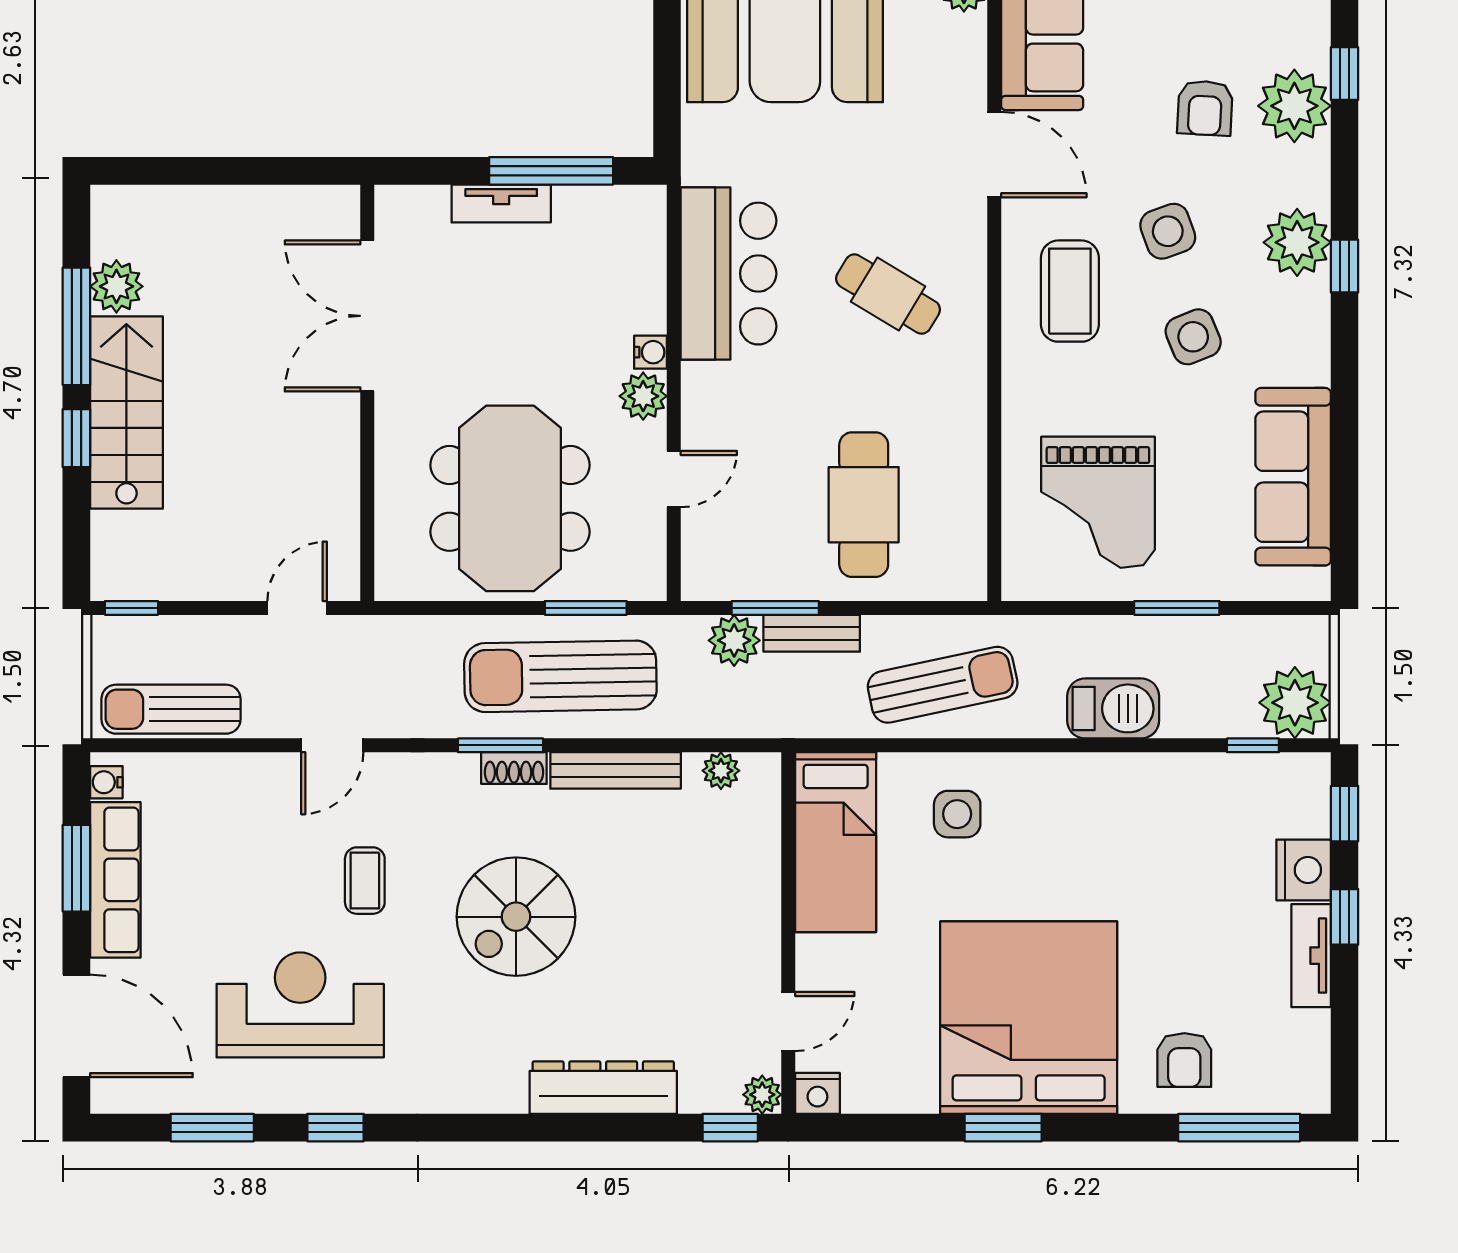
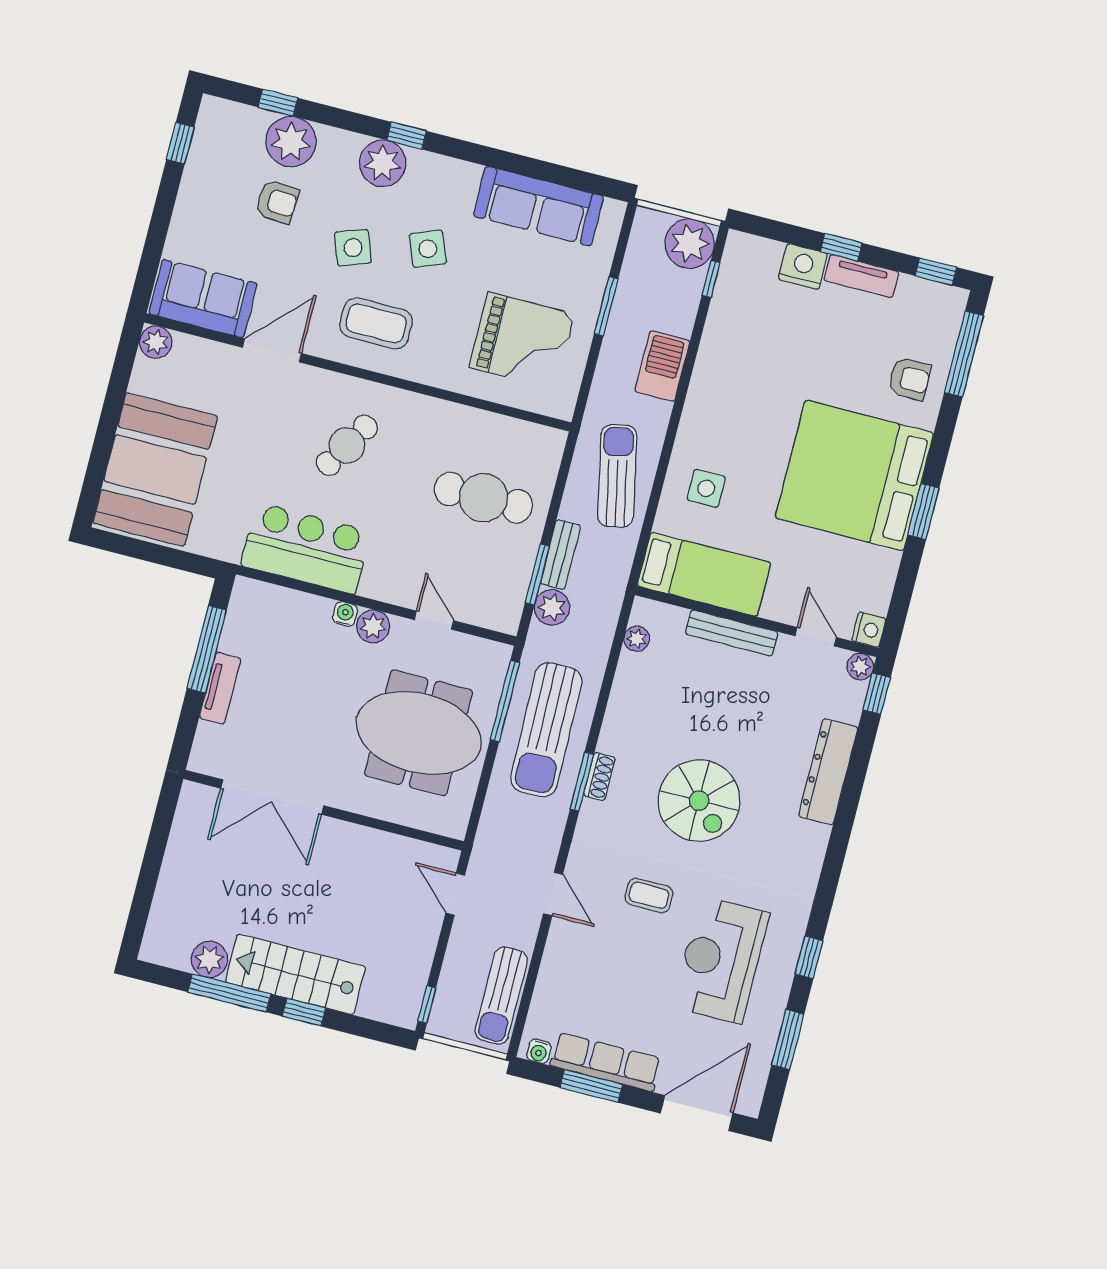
window: (586, 608) -> (505, 701), width x1.44
bench: (616, 770) -> (732, 633), moved, turned 90
window: (1345, 814) -> (936, 272), moved

